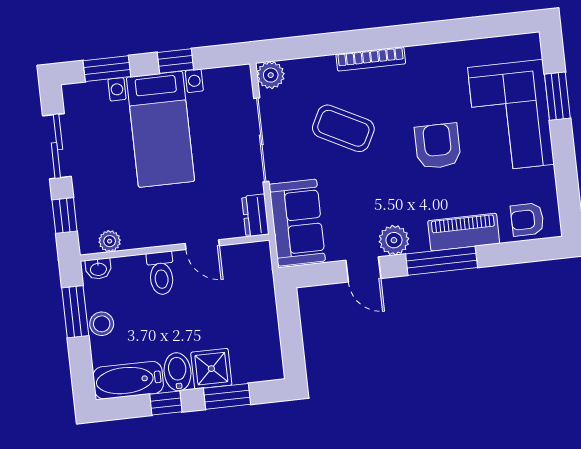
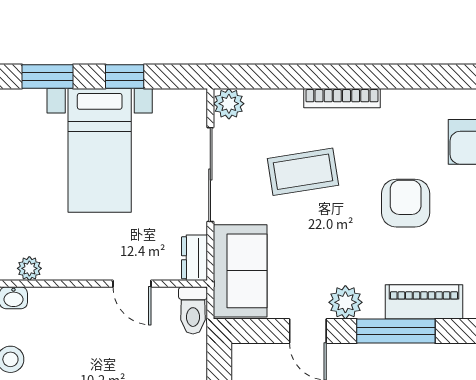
coffee table: (343, 128) -> (303, 172), turned -36
toilet: (161, 273) -> (193, 310), moved

